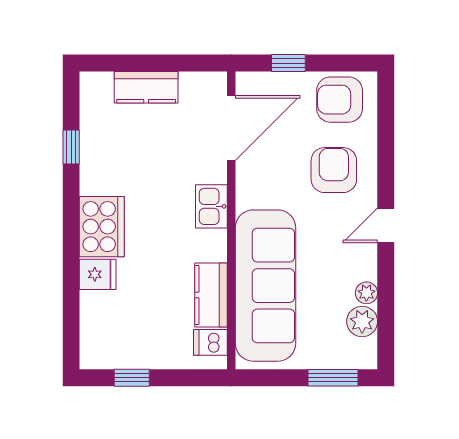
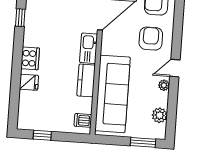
kitchen sink: (211, 206) -> (89, 48), width x1.38
cooker: (102, 227) -> (30, 58), width x0.73, depth x0.76
plant: (366, 293) -> (164, 85), moved
kitchen counter: (211, 295) -> (86, 80), moved

